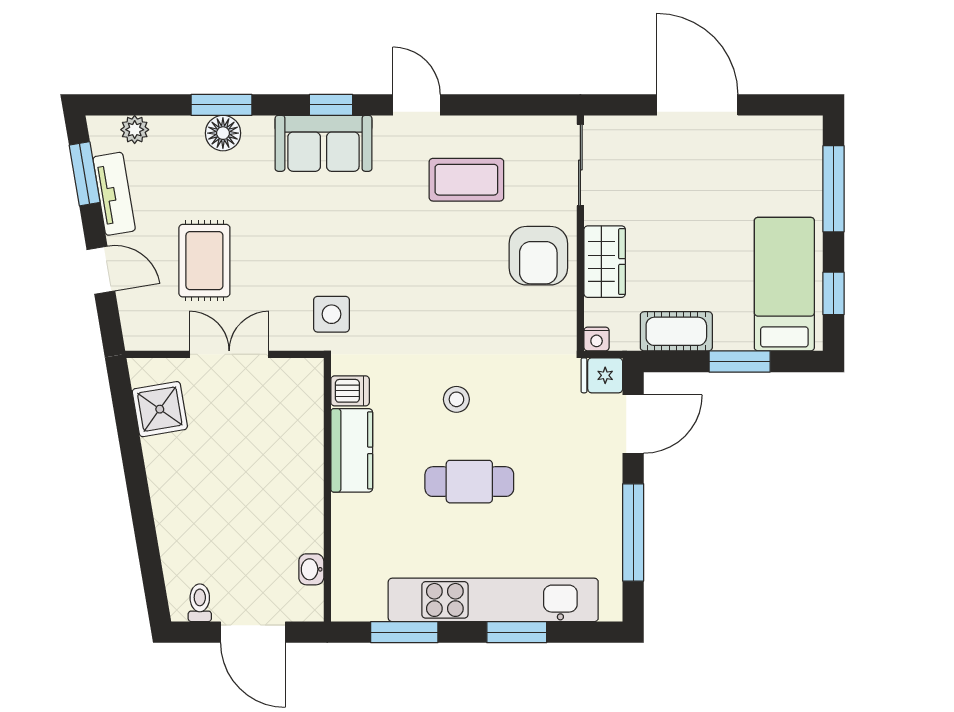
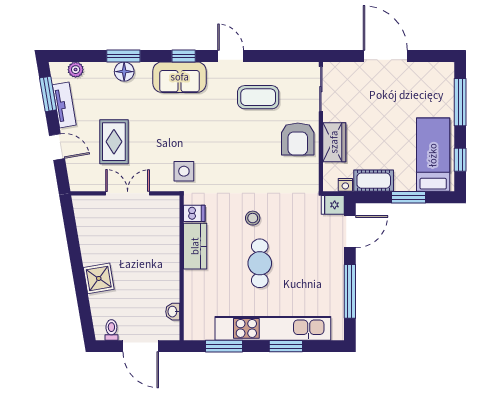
nightstand: (597, 339) -> (345, 185), moved
shower: (160, 409) -> (99, 278), moved
cafe table: (469, 482) -> (260, 263), turned 90

